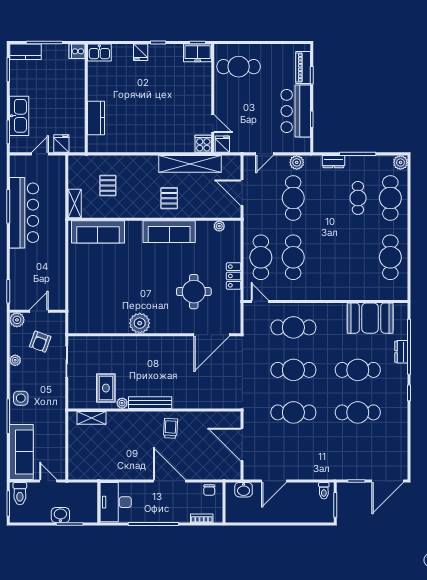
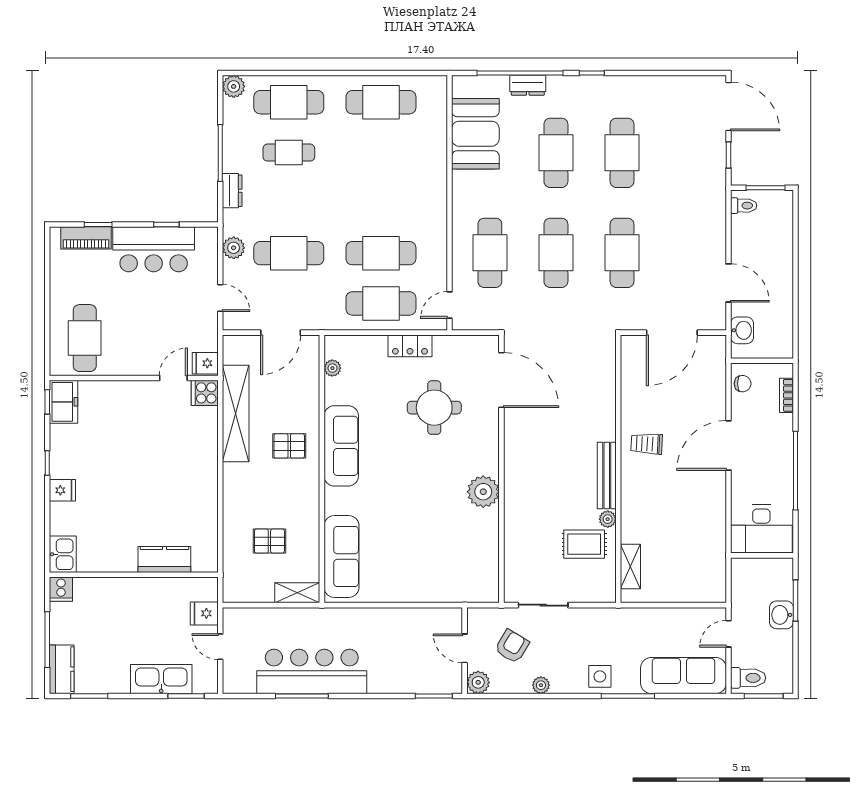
armchair: (40, 342) -> (512, 646), turned -79

